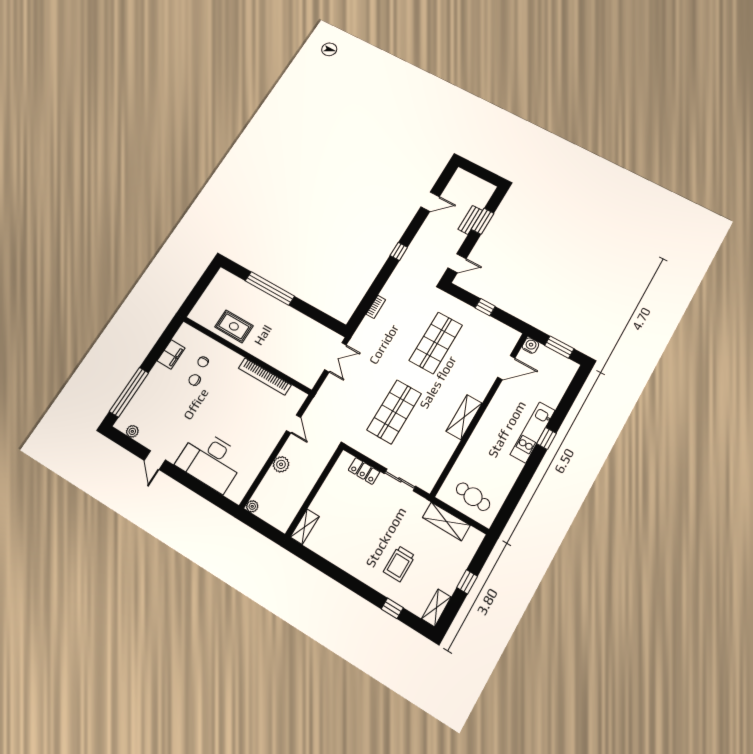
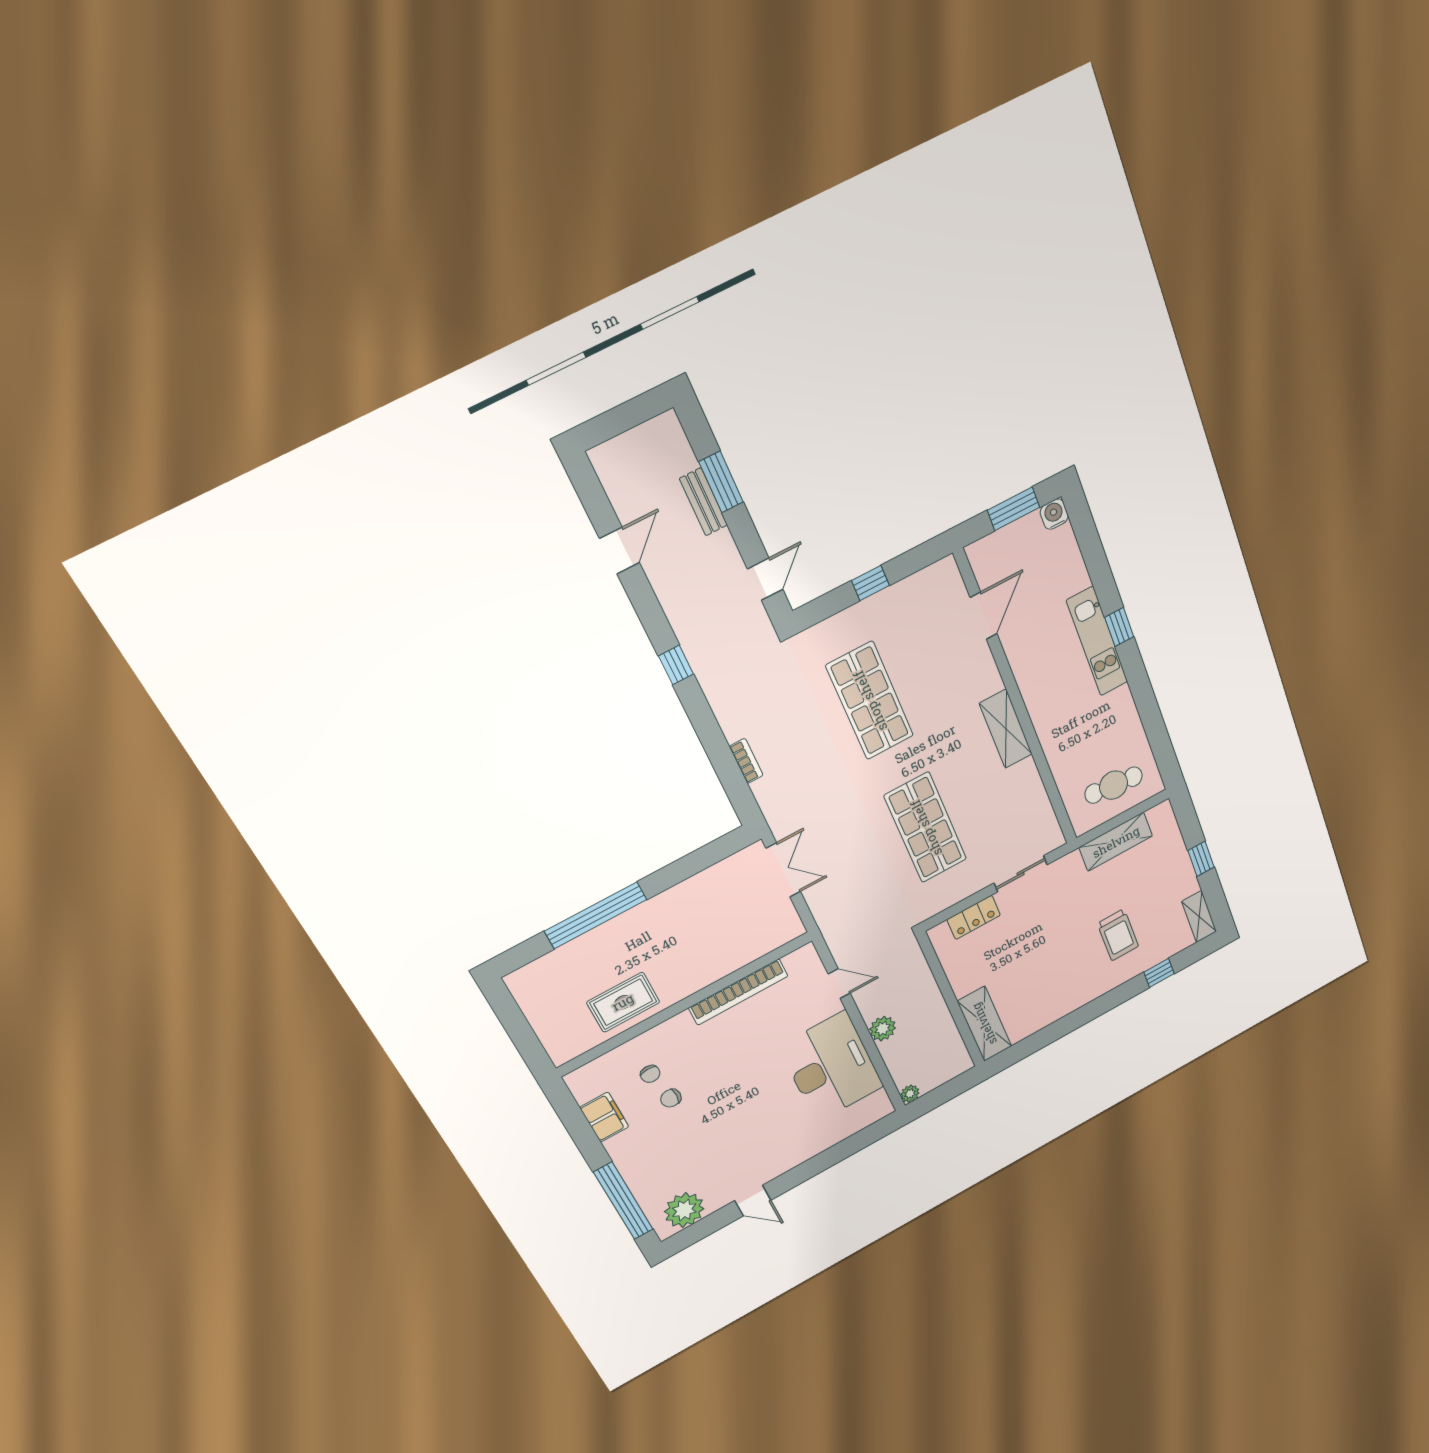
water cooler: (530, 346) -> (1054, 514), moved
plant: (132, 431) -> (684, 1210), width x1.88, depth x1.88
desk: (211, 461) -> (831, 1067), moved, turned -90
shelving: (305, 527) -> (984, 1024), width x1.50, depth x1.33

